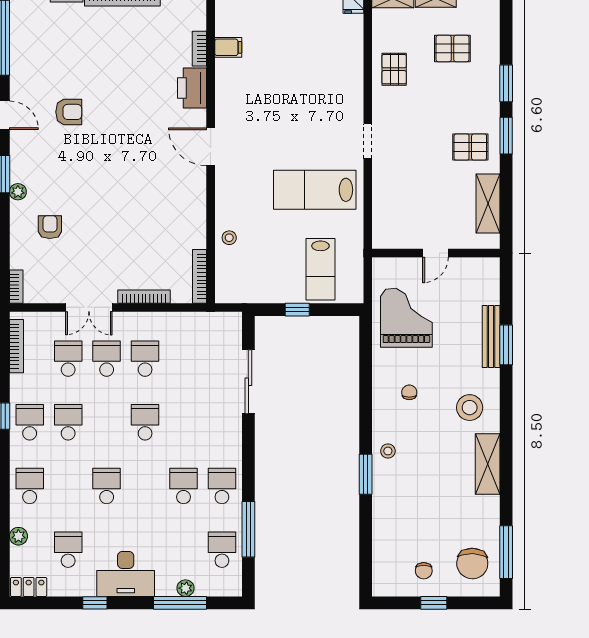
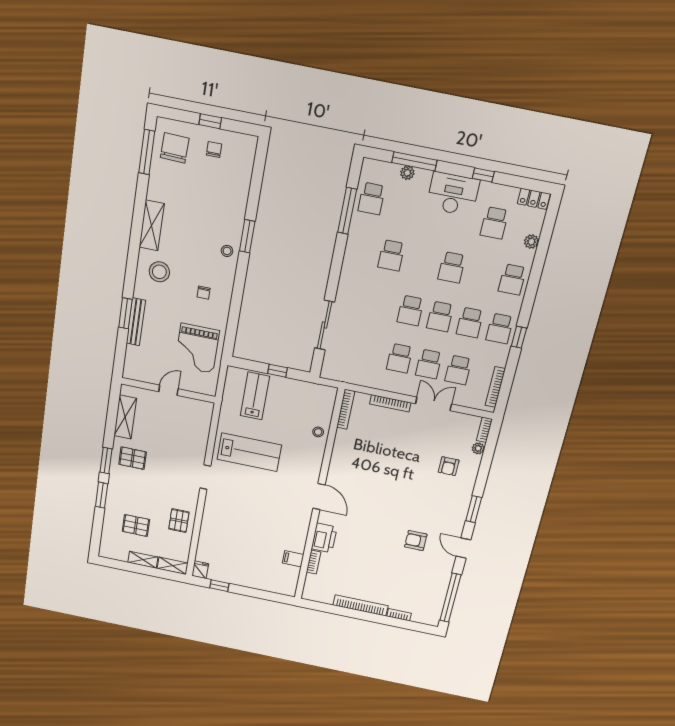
plant: (18, 192) -> (478, 448), moved
school desk: (222, 486) -> (440, 317), moved

